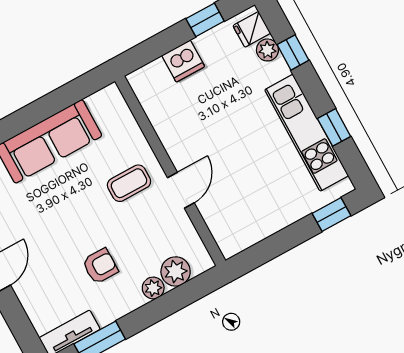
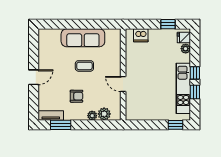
window: (293, 52) -> (195, 73), moved
dishwasher: (183, 61) -> (141, 35), moved
coffee table: (129, 183) -> (84, 66), moved
door: (181, 190) -> (123, 84), swing flipped

